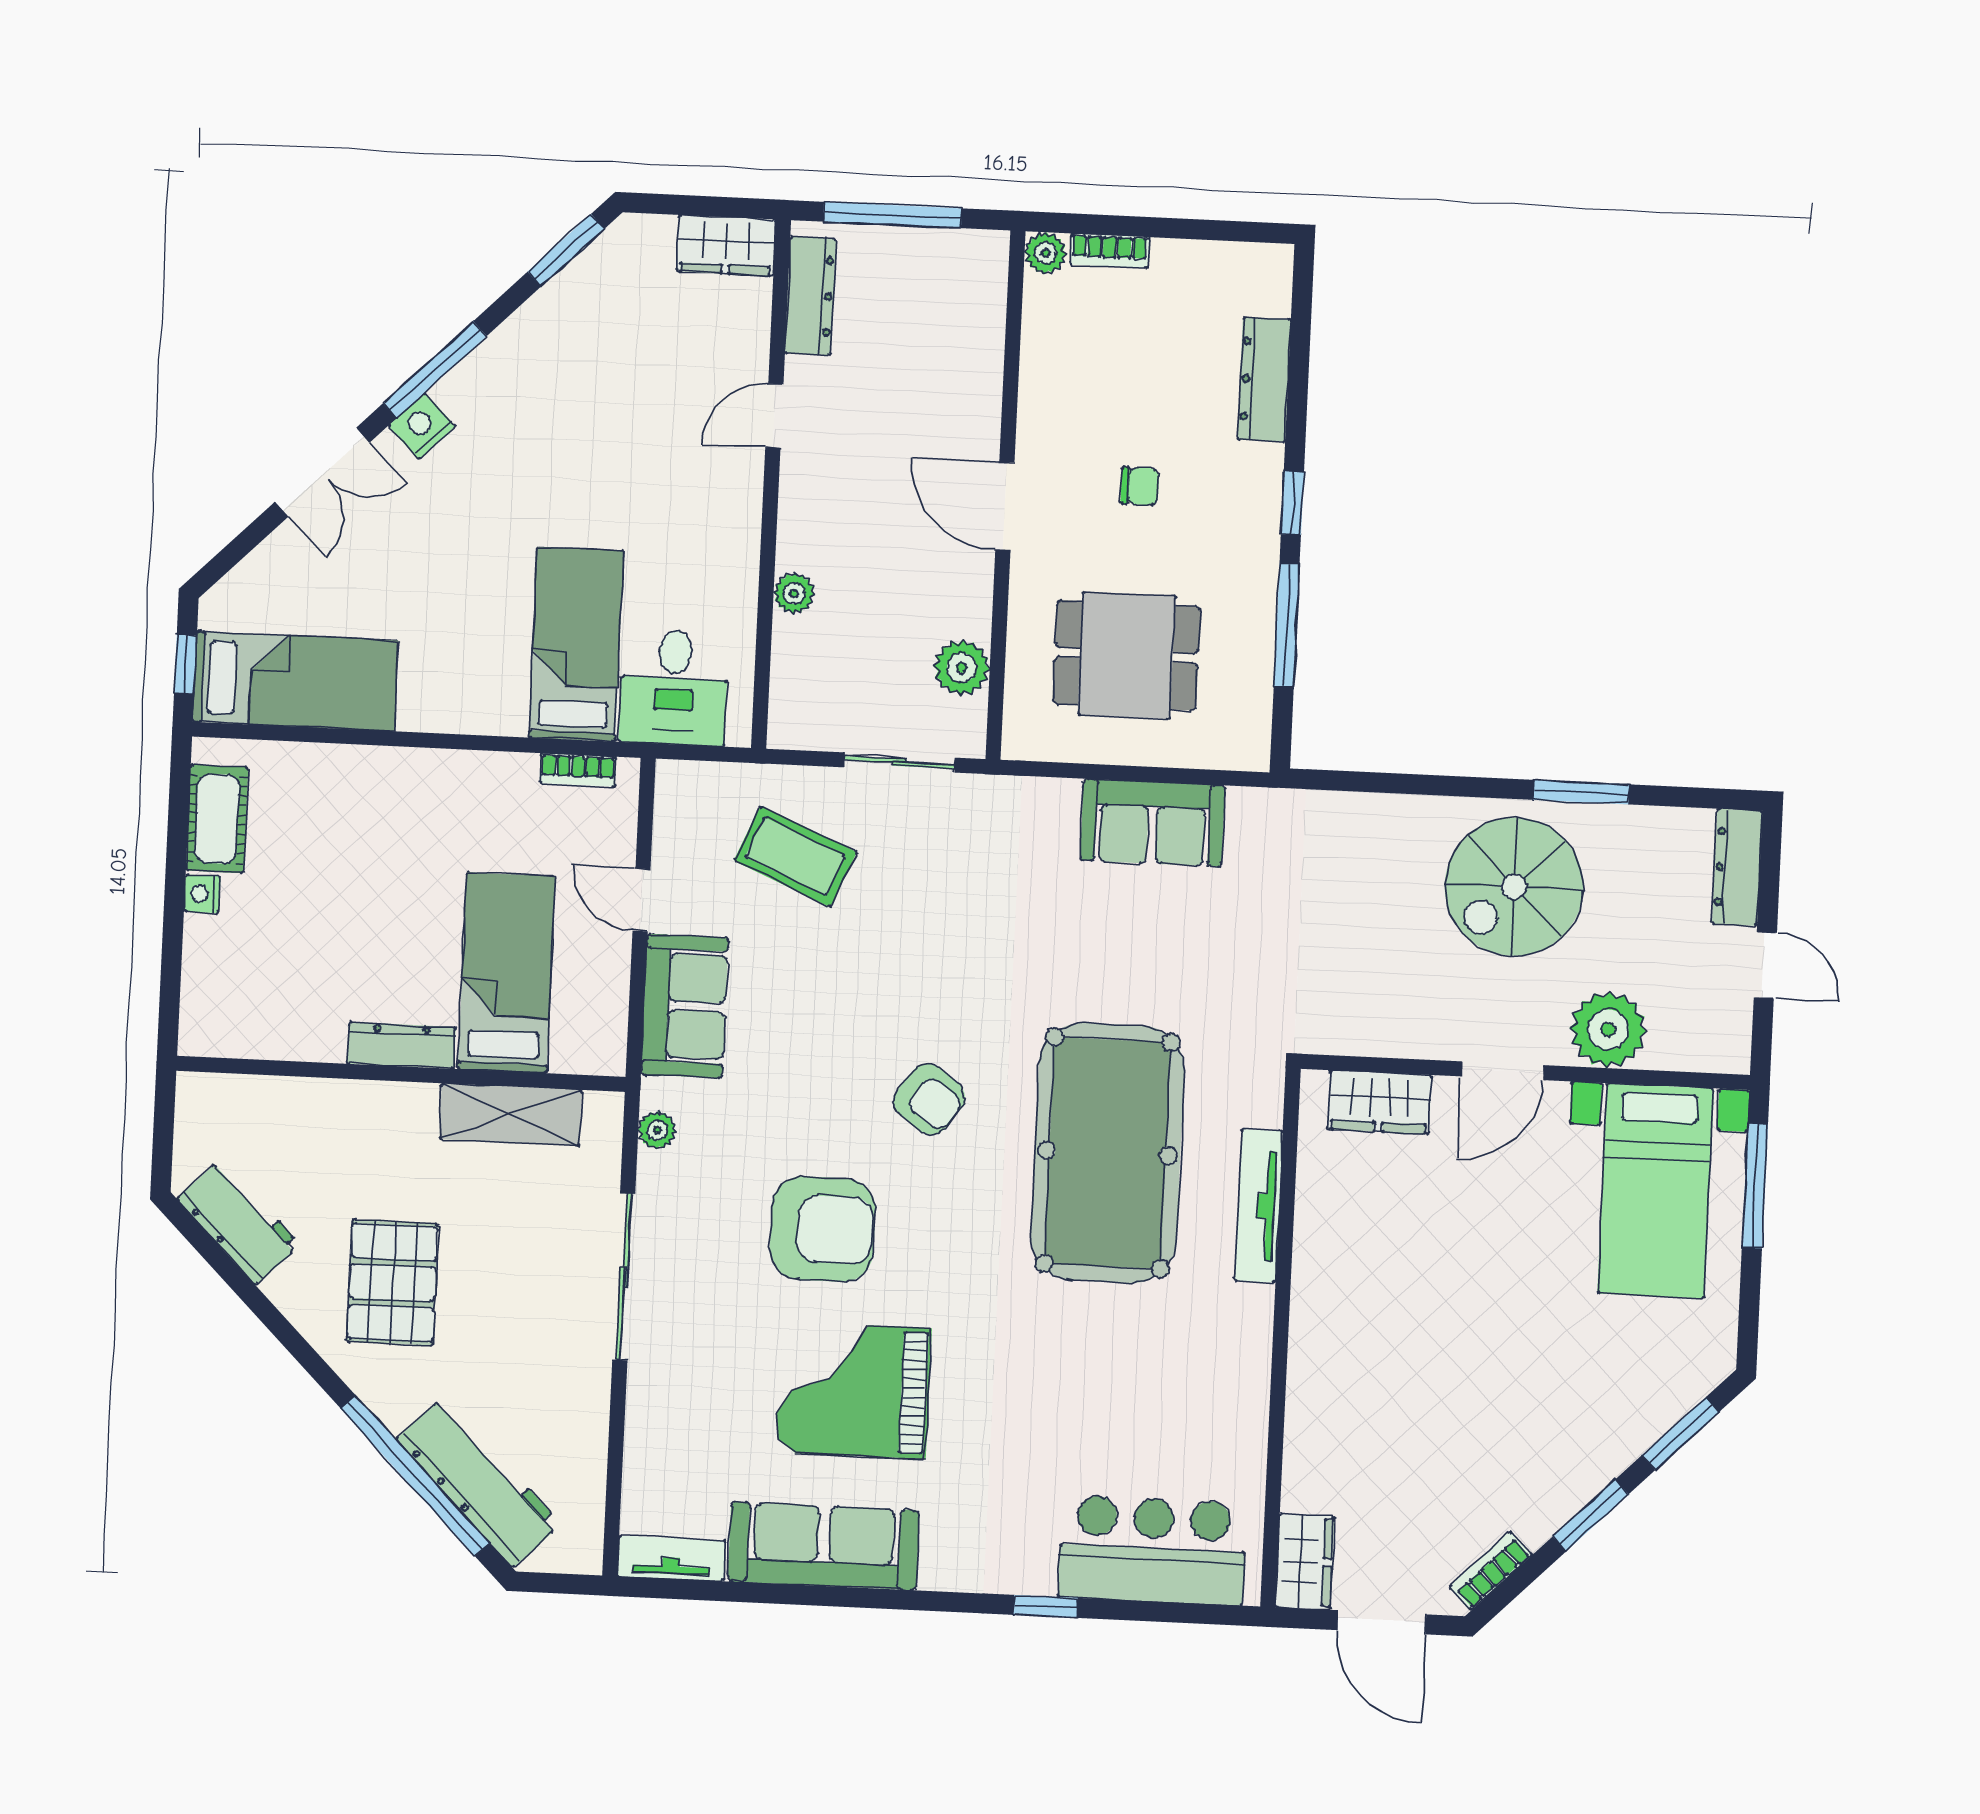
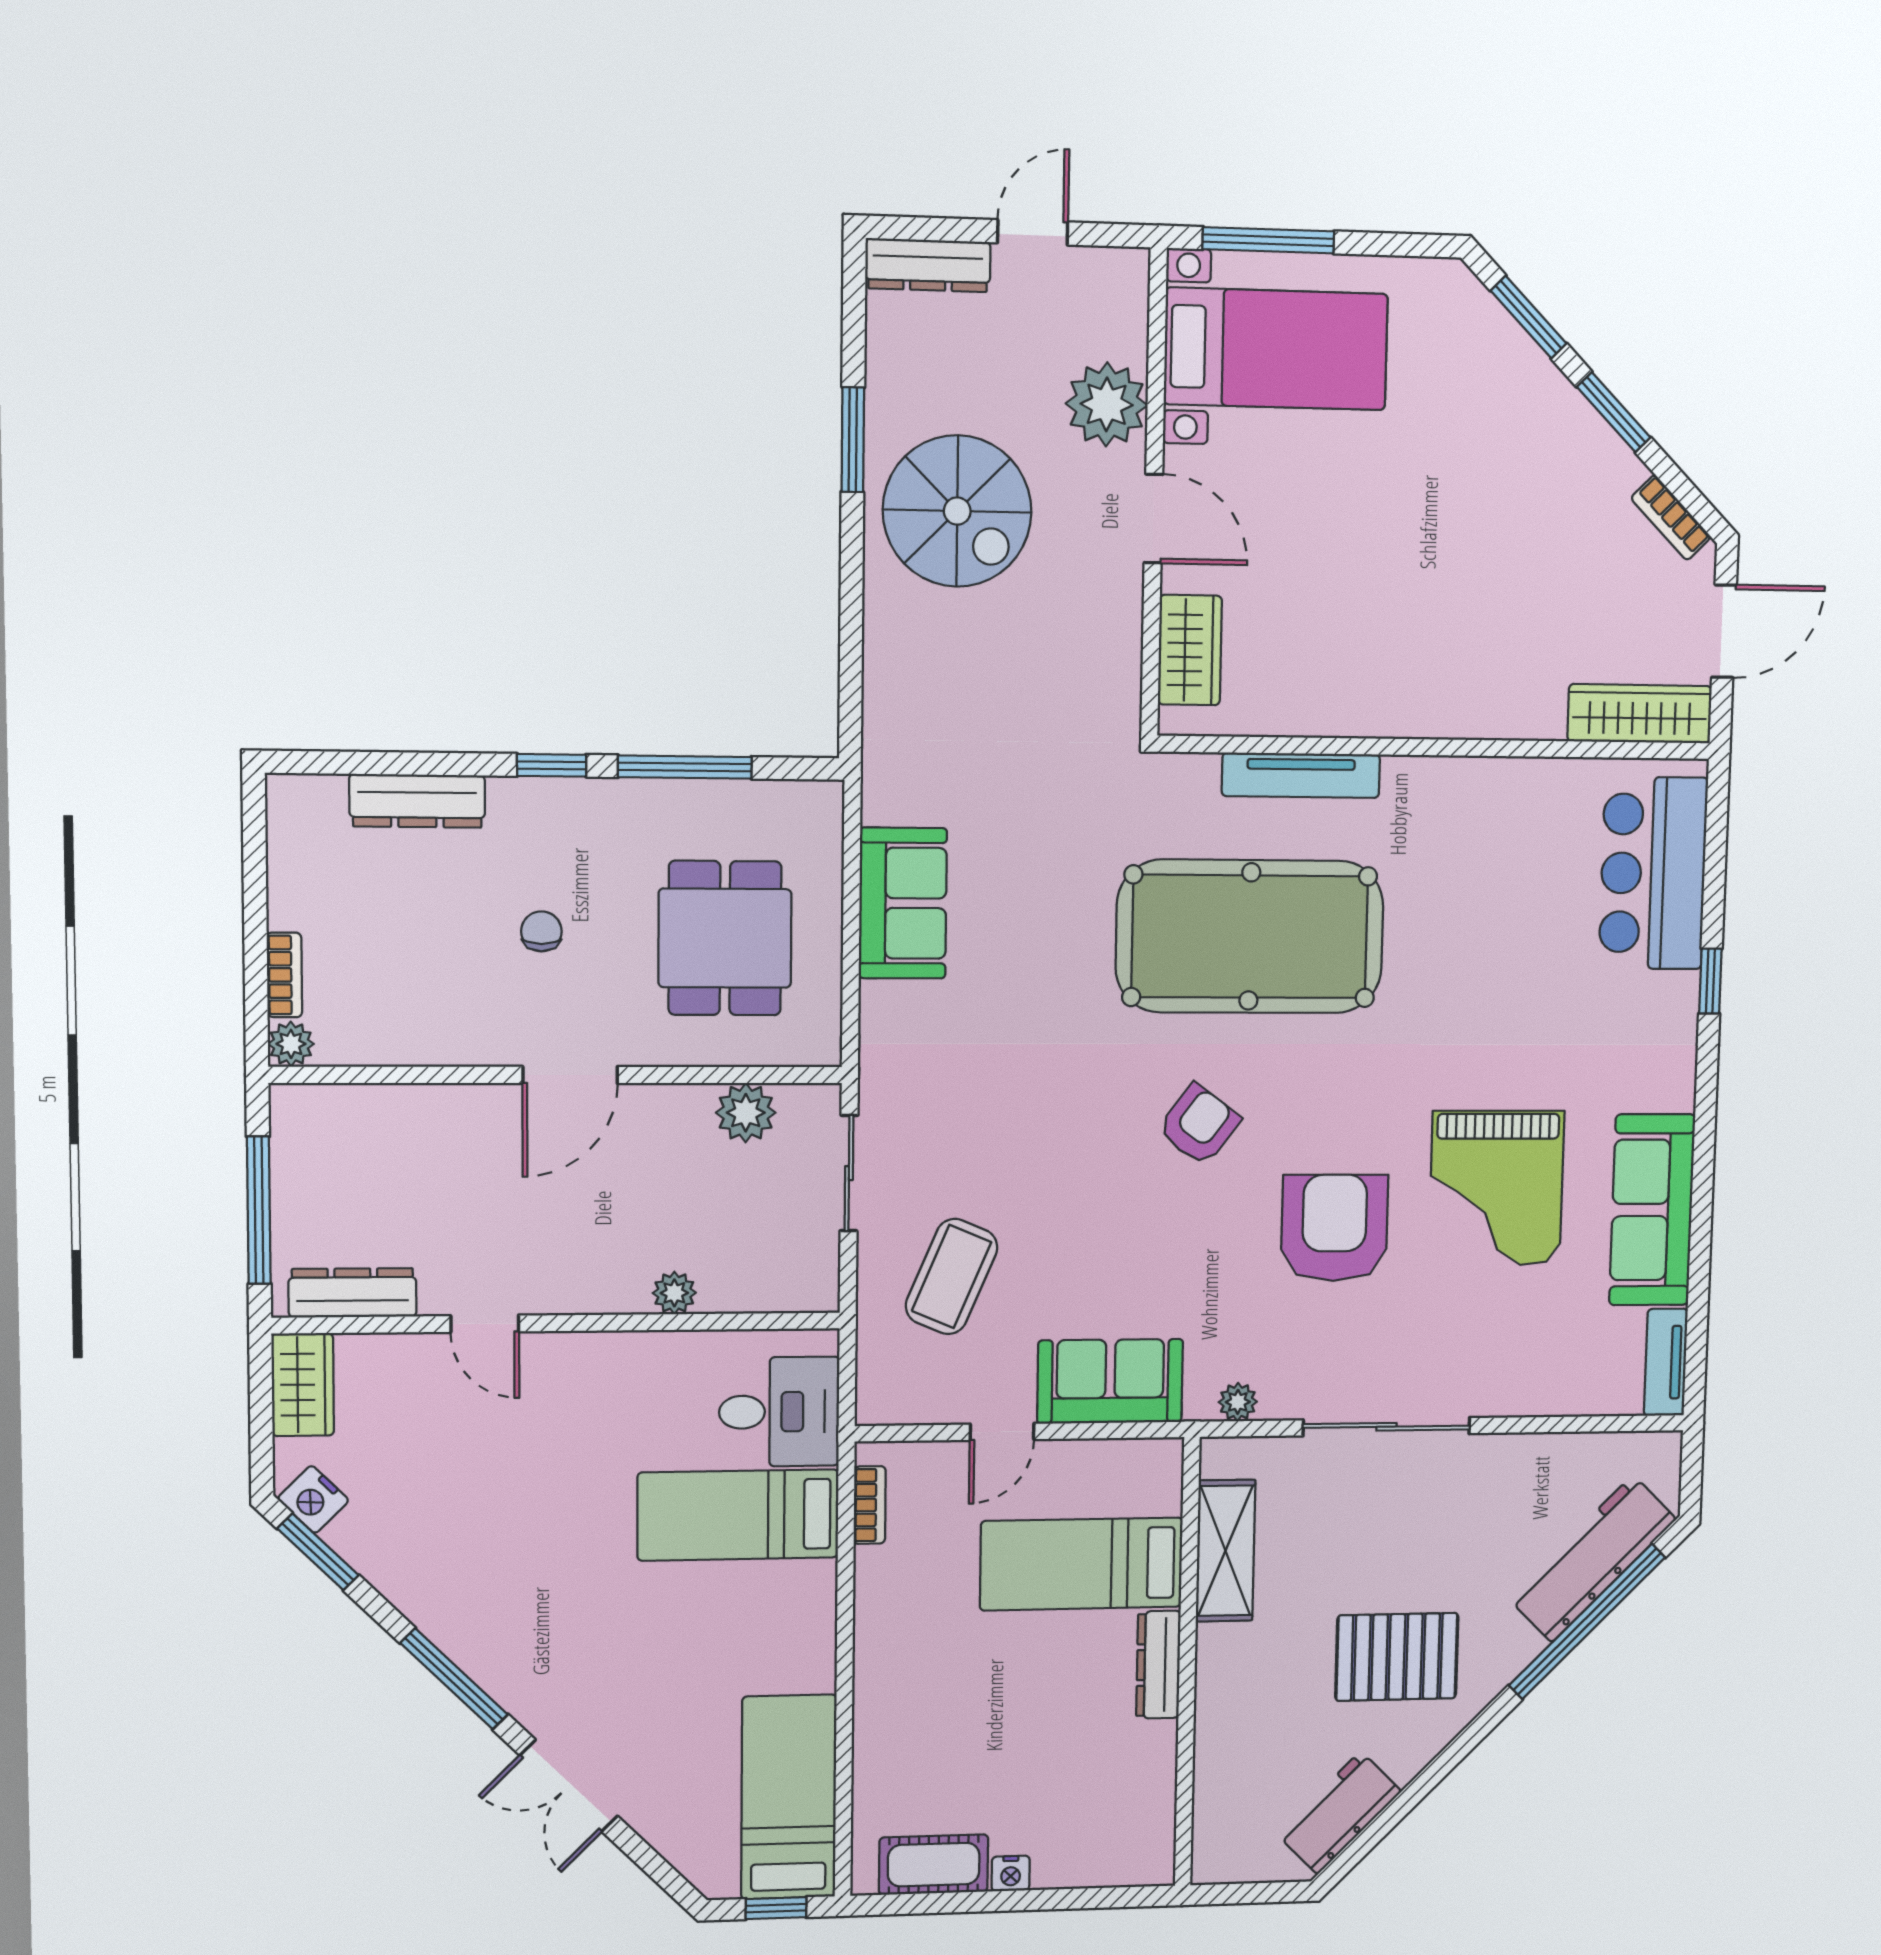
nightstand: (422, 426) -> (313, 1499), moved
double door: (322, 472) -> (569, 1786), swing flipped
wardrobe: (1305, 1562) -> (1640, 714), width x1.50

